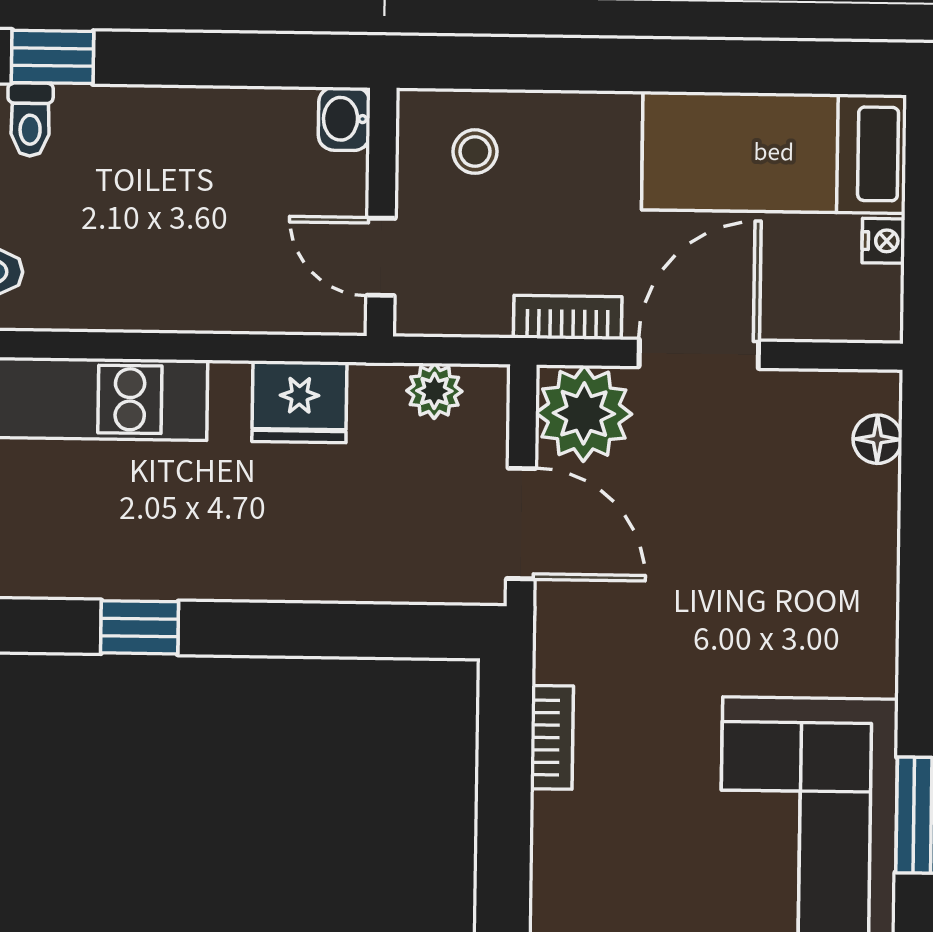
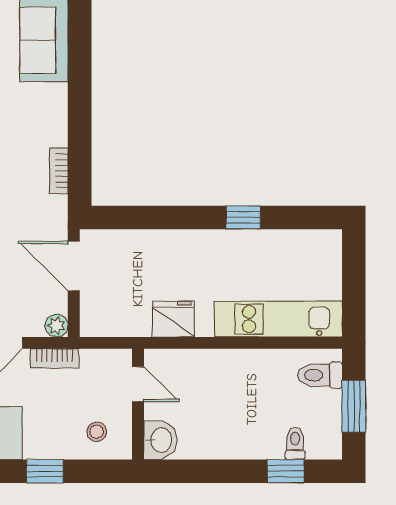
window: (593, 64) -> (45, 471), added
washbasin: (344, 119) -> (160, 440), width x1.38, depth x1.45
plant: (434, 391) -> (113, 325), removed
plant: (584, 413) -> (57, 326), width x0.53, depth x0.53

